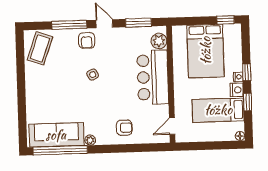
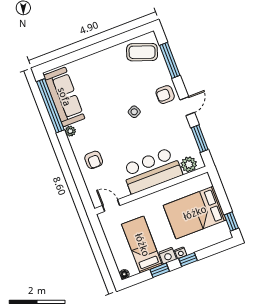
window: (69, 25) -> (170, 60), moved

